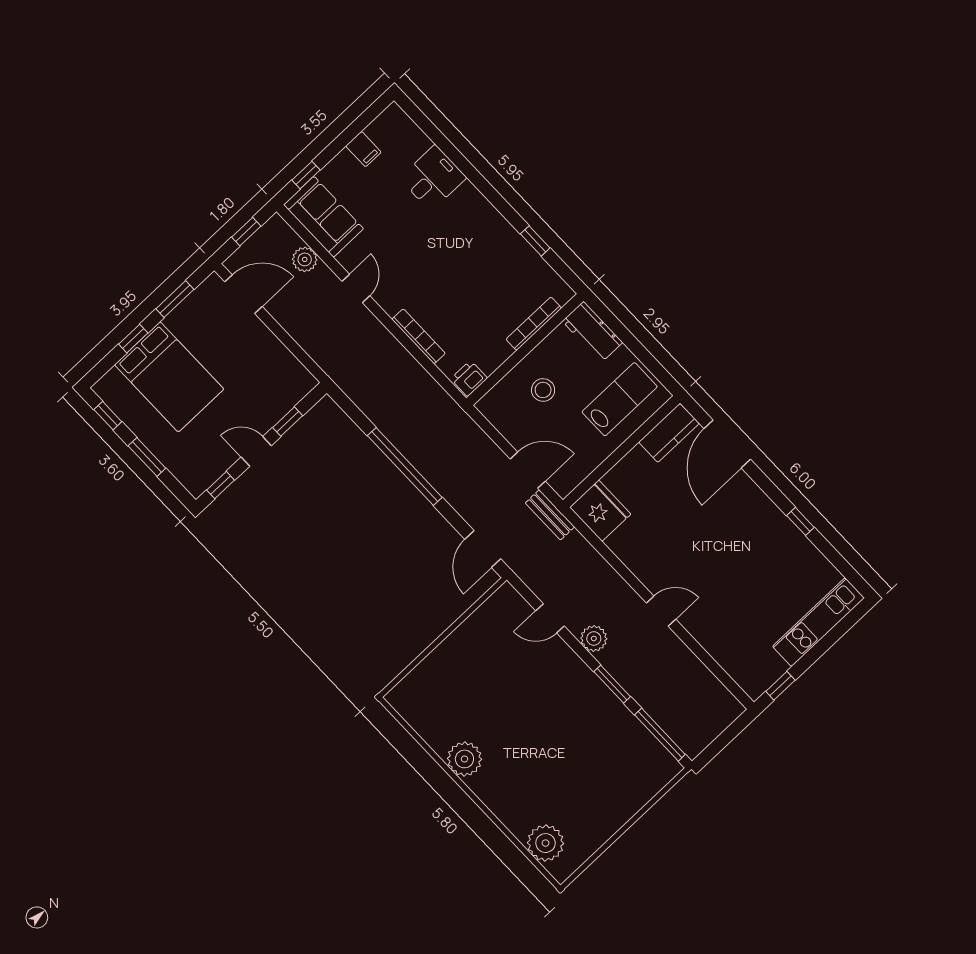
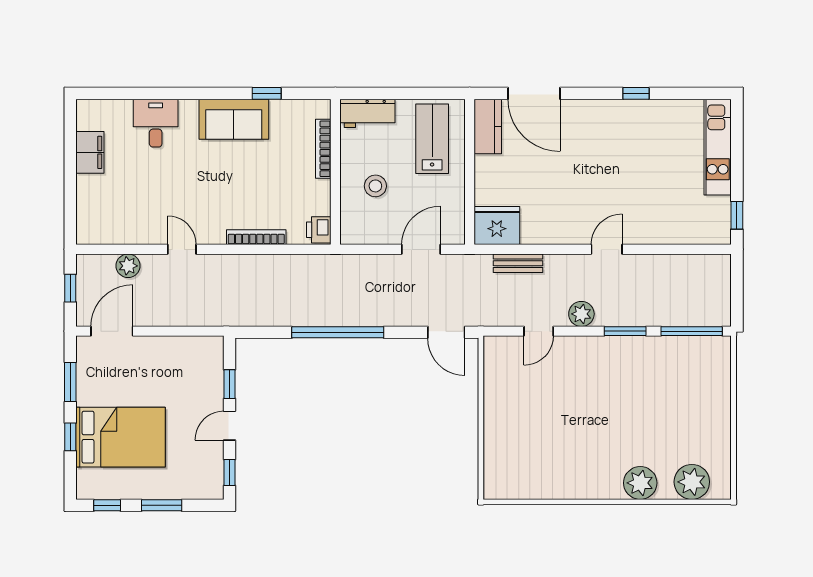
filing cabinet: (363, 149) -> (90, 152), width x2.00
window: (306, 175) -> (70, 209), removed
sofa: (324, 217) -> (234, 119), moved, turned 180
bench: (550, 515) -> (518, 263), moved
plant: (464, 759) -> (640, 483), moved

